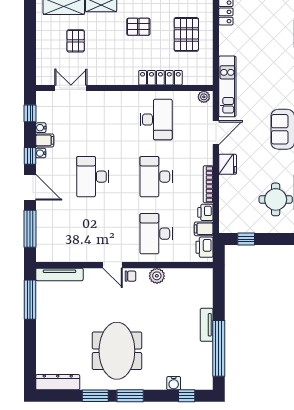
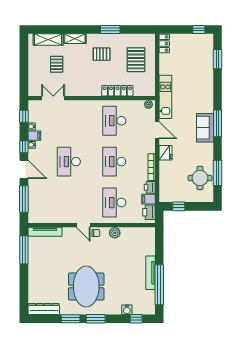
desk: (156, 120) -> (114, 121), turned 180
door: (216, 133) -> (157, 130), hinge flipped
tv unit: (207, 325) -> (151, 273), width x1.41

